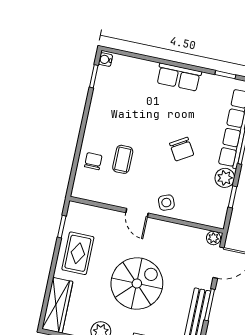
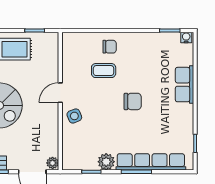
row of seats: (179, 77) -> (184, 85), moved
chair: (182, 149) -> (133, 101), moved, turned -149
chair: (93, 161) -> (110, 47), moved

